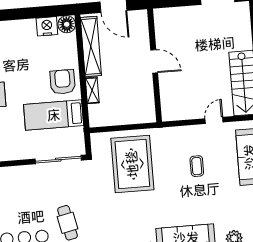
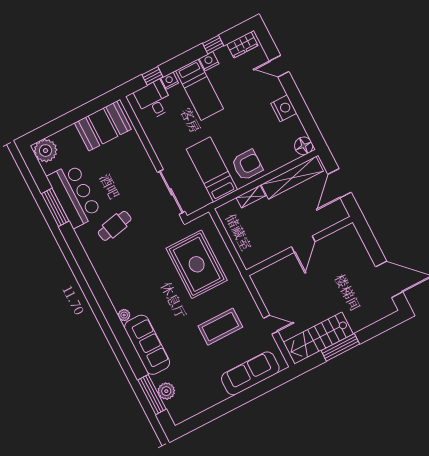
nightstand: (47, 26) -> (284, 108), moved
rug: (132, 164) -> (197, 264), turned 90
coffee table: (197, 166) -> (220, 327), width x1.86, depth x1.72

